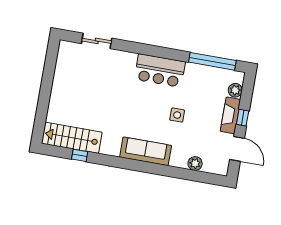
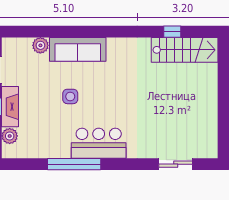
window: (212, 61) -> (74, 164), moved
sofa: (146, 151) -> (78, 49), moved

